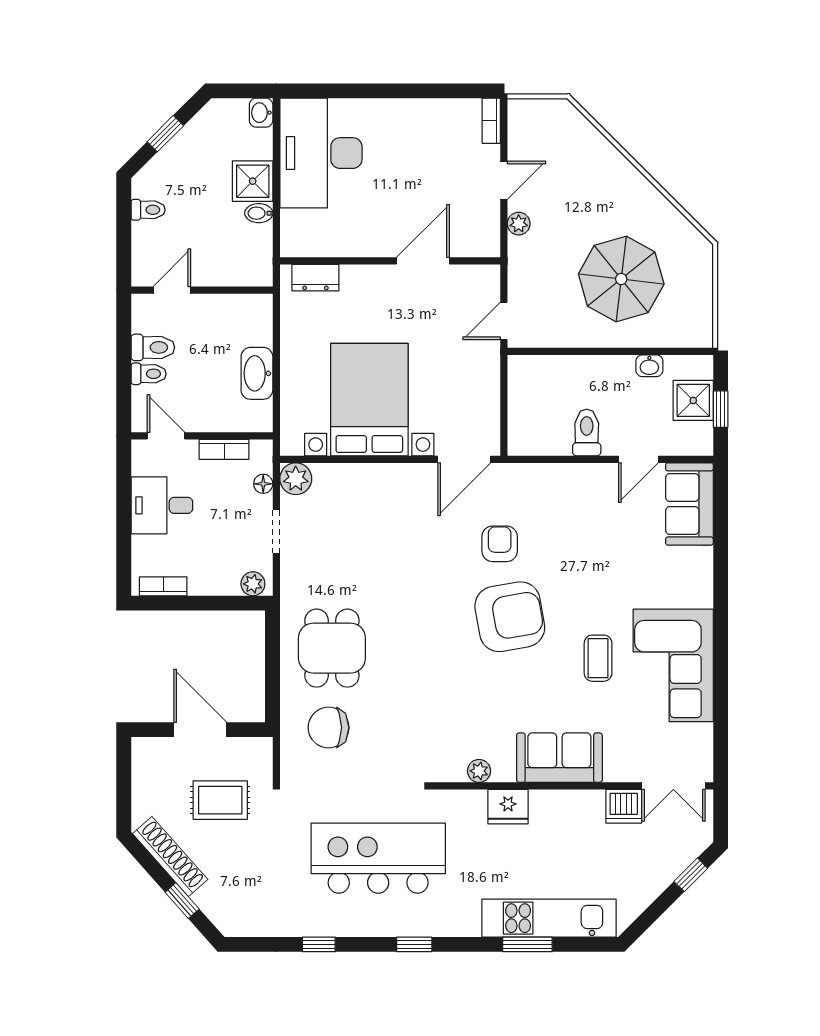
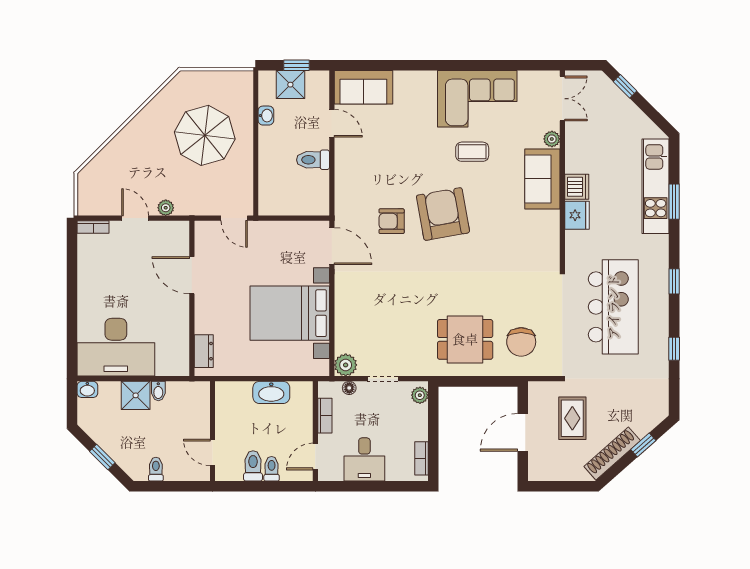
plant: (479, 771) -> (552, 139), moved
dishwasher: (624, 806) -> (577, 187), moved
kitchen island: (378, 858) -> (613, 307), turned 180

